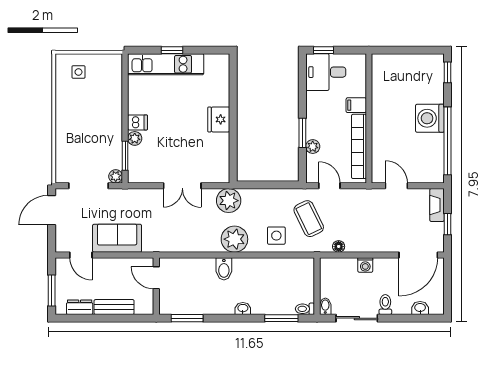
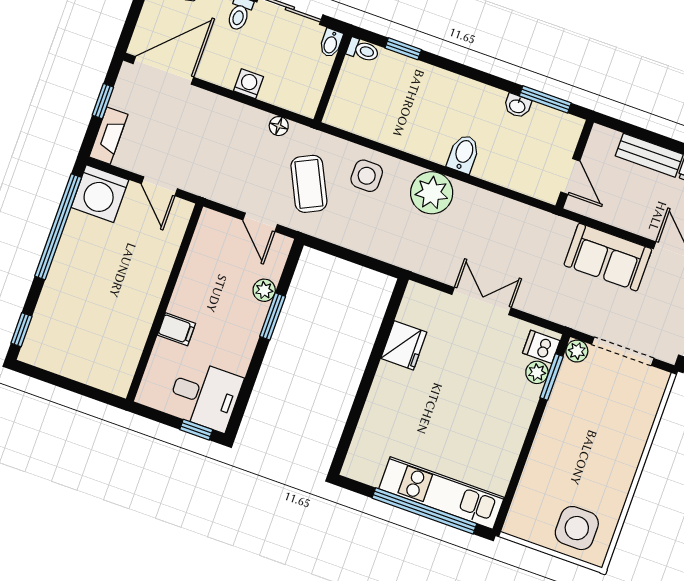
window: (172, 50) -> (424, 511), width x3.17
side table: (78, 72) -> (577, 528), width x1.87, depth x1.87
washing machine: (430, 118) -> (100, 194), moved, turned 90
fridge: (219, 119) -> (404, 345), moved
dishwasher: (137, 122) -> (541, 347), moved
plant: (135, 138) -> (537, 372), moved
bookcase: (359, 146) -> (195, 266), removed
plant: (229, 201) -> (420, 254), removed
washbasin: (243, 308) -> (517, 106), moved
window: (281, 318) -> (403, 49), width x0.67

